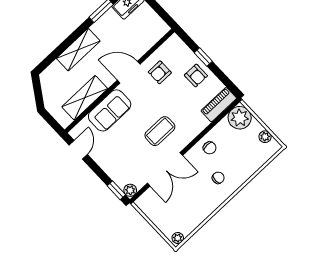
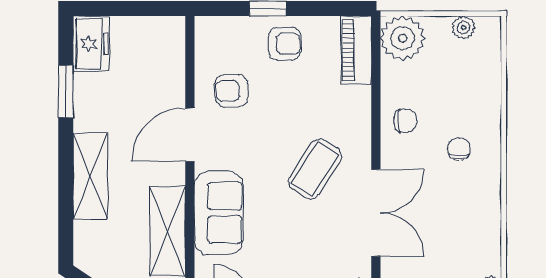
armchair: (160, 72) -> (231, 91), turned 90
coffee table: (160, 131) -> (315, 169), turned 33

